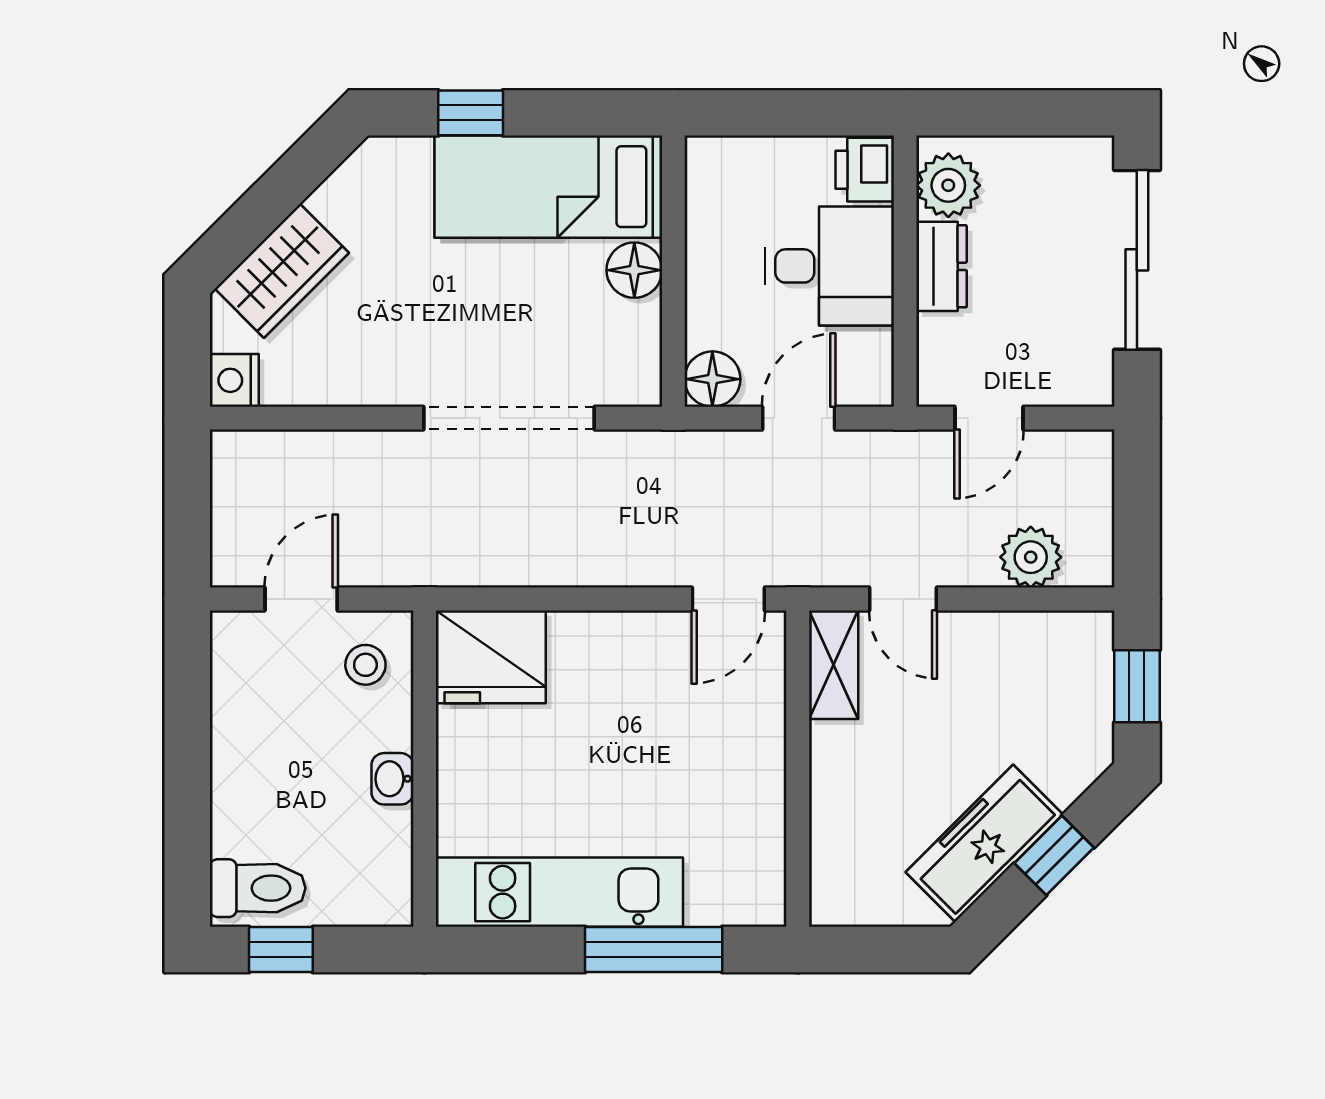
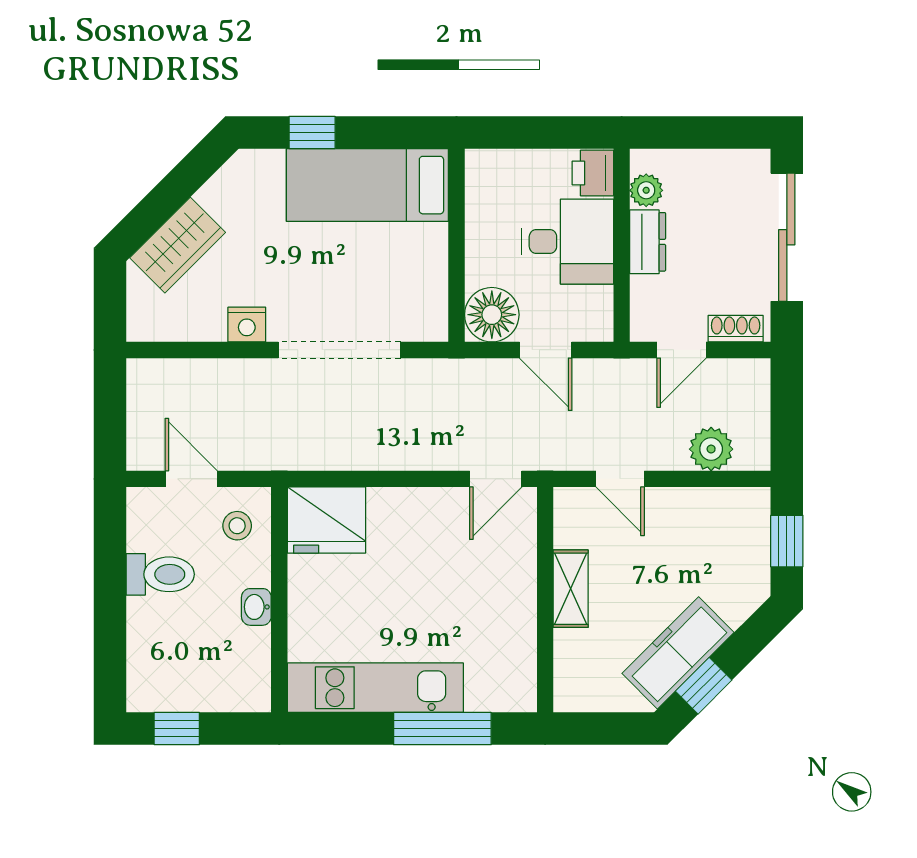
plant: (948, 185) -> (646, 190), width x0.73, depth x0.73
floor lamp: (634, 270) -> (429, 245), removed
floor lamp: (712, 379) -> (492, 315), width x1.38, depth x1.38
nightstand: (234, 380) -> (247, 325), moved, turned -90
shoe rack: (1065, 388) -> (736, 329), added
door: (799, 418) -> (546, 350), swing flipped
door: (301, 599) -> (191, 479), hinge flipped
shelving: (834, 665) -> (571, 589), moved
window: (1054, 855) -> (704, 686), moved
toilet: (258, 888) -> (160, 574), moved

